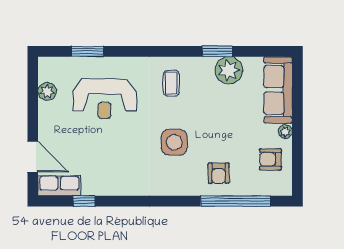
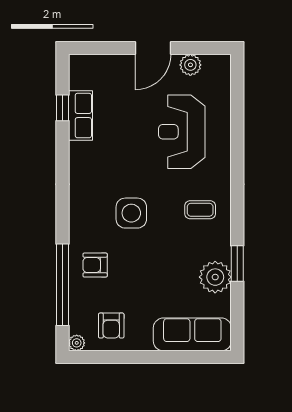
window: (87, 51) -> (237, 112), removed
plant: (285, 131) -> (77, 343), moved
door: (33, 157) -> (153, 48), moved
armchair: (270, 159) -> (111, 326), turned 180
row of seats: (59, 186) -> (80, 116), moved

